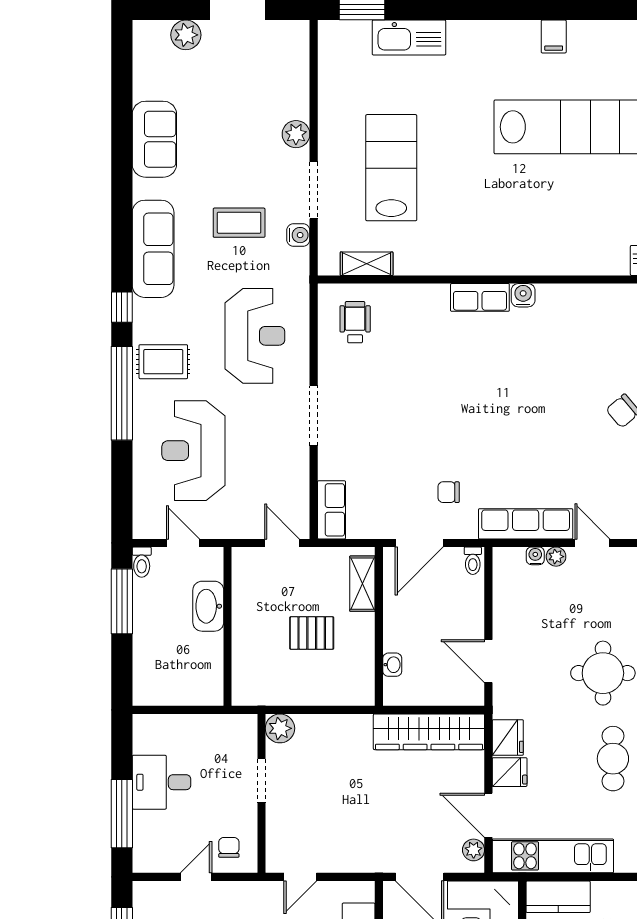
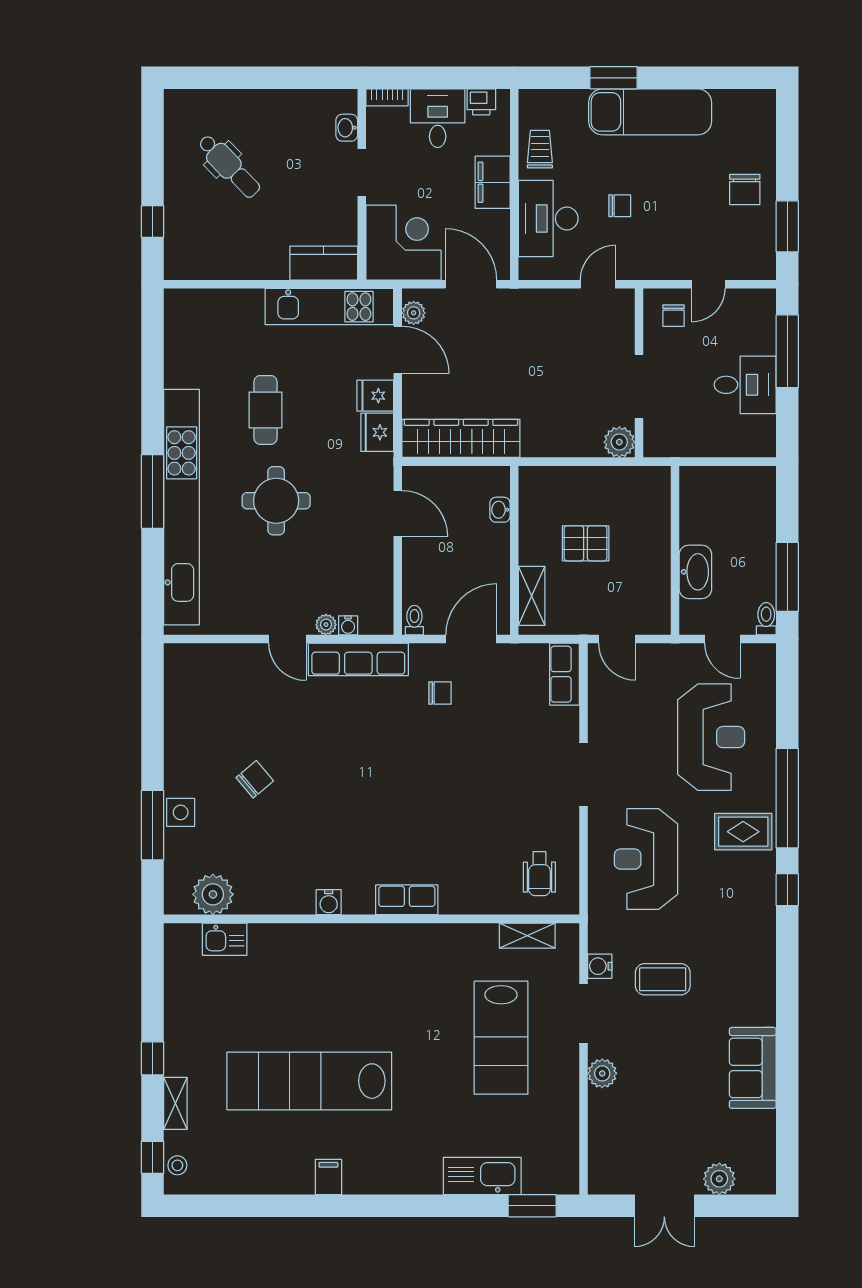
sofa: (153, 249) -> (754, 951), removed
water cooler: (523, 295) -> (329, 902), moved
doorway: (261, 781) -> (639, 386), width x1.38

